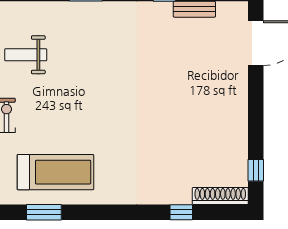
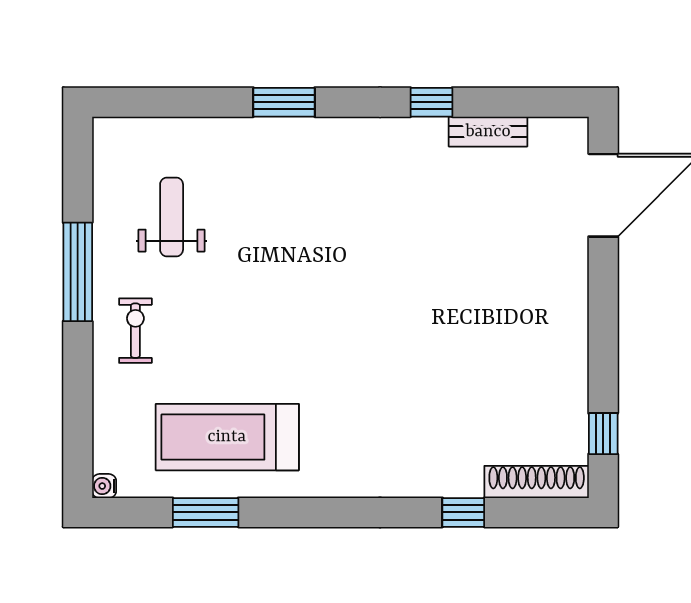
weight bench: (26, 55) -> (172, 217), turned 90
treadmill: (55, 172) -> (227, 437), turned 180

